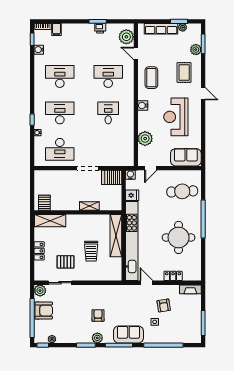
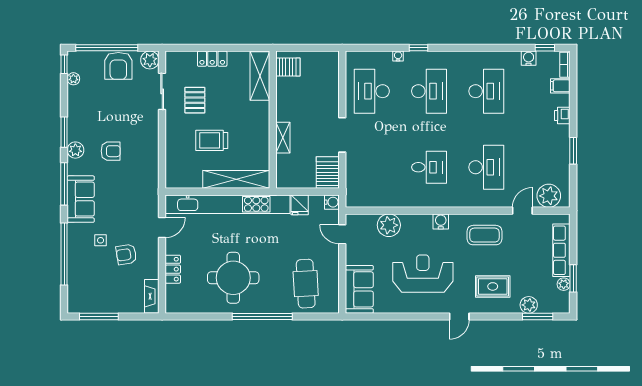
printer: (100, 28) -> (562, 115), moved

